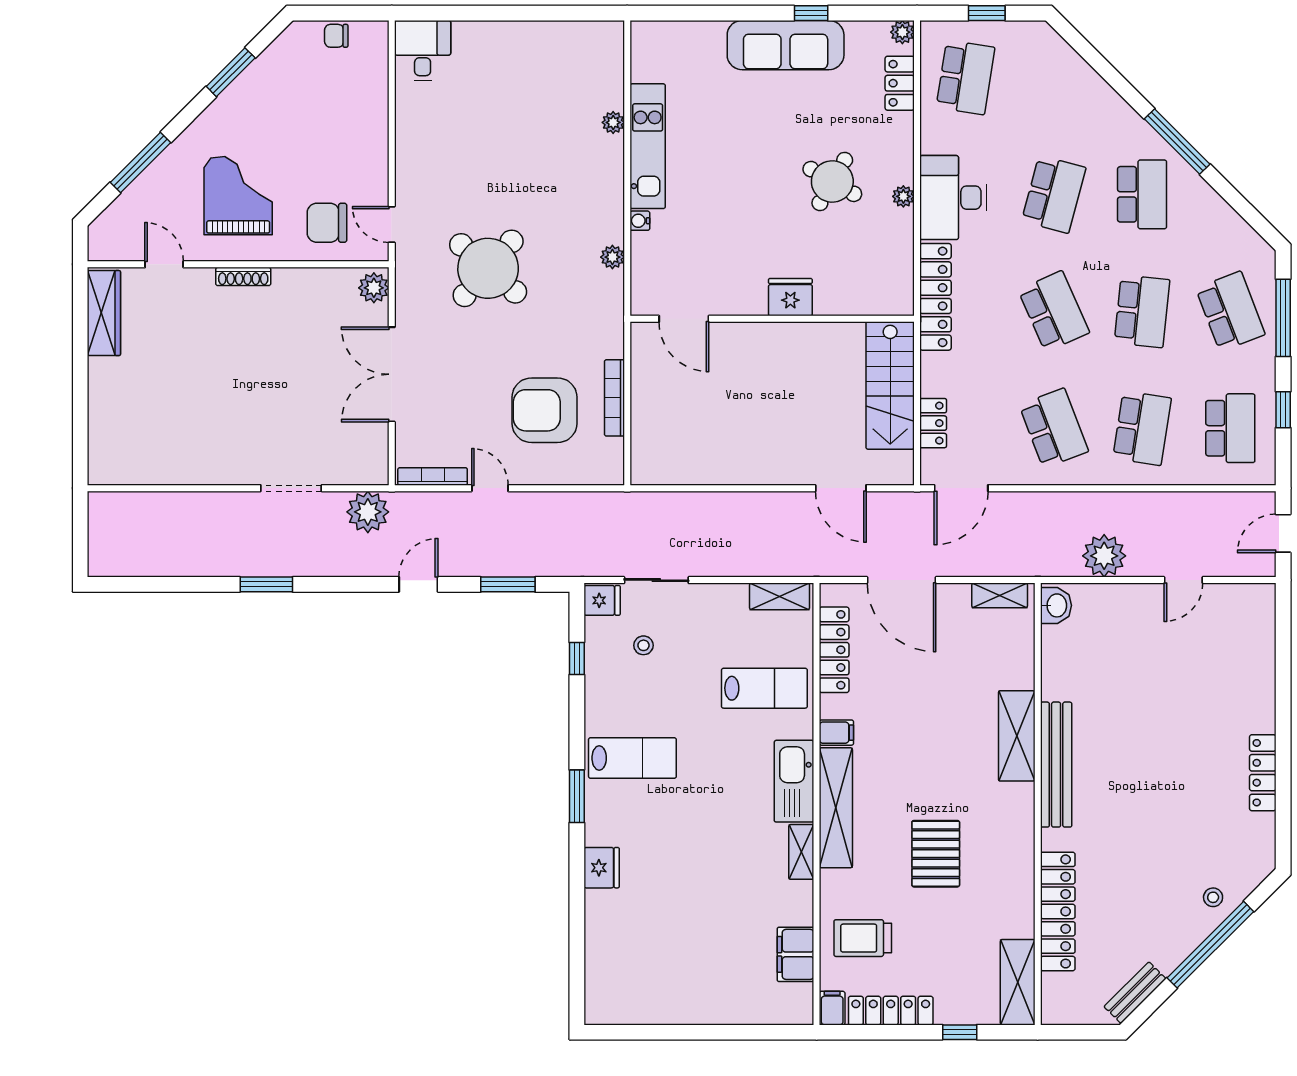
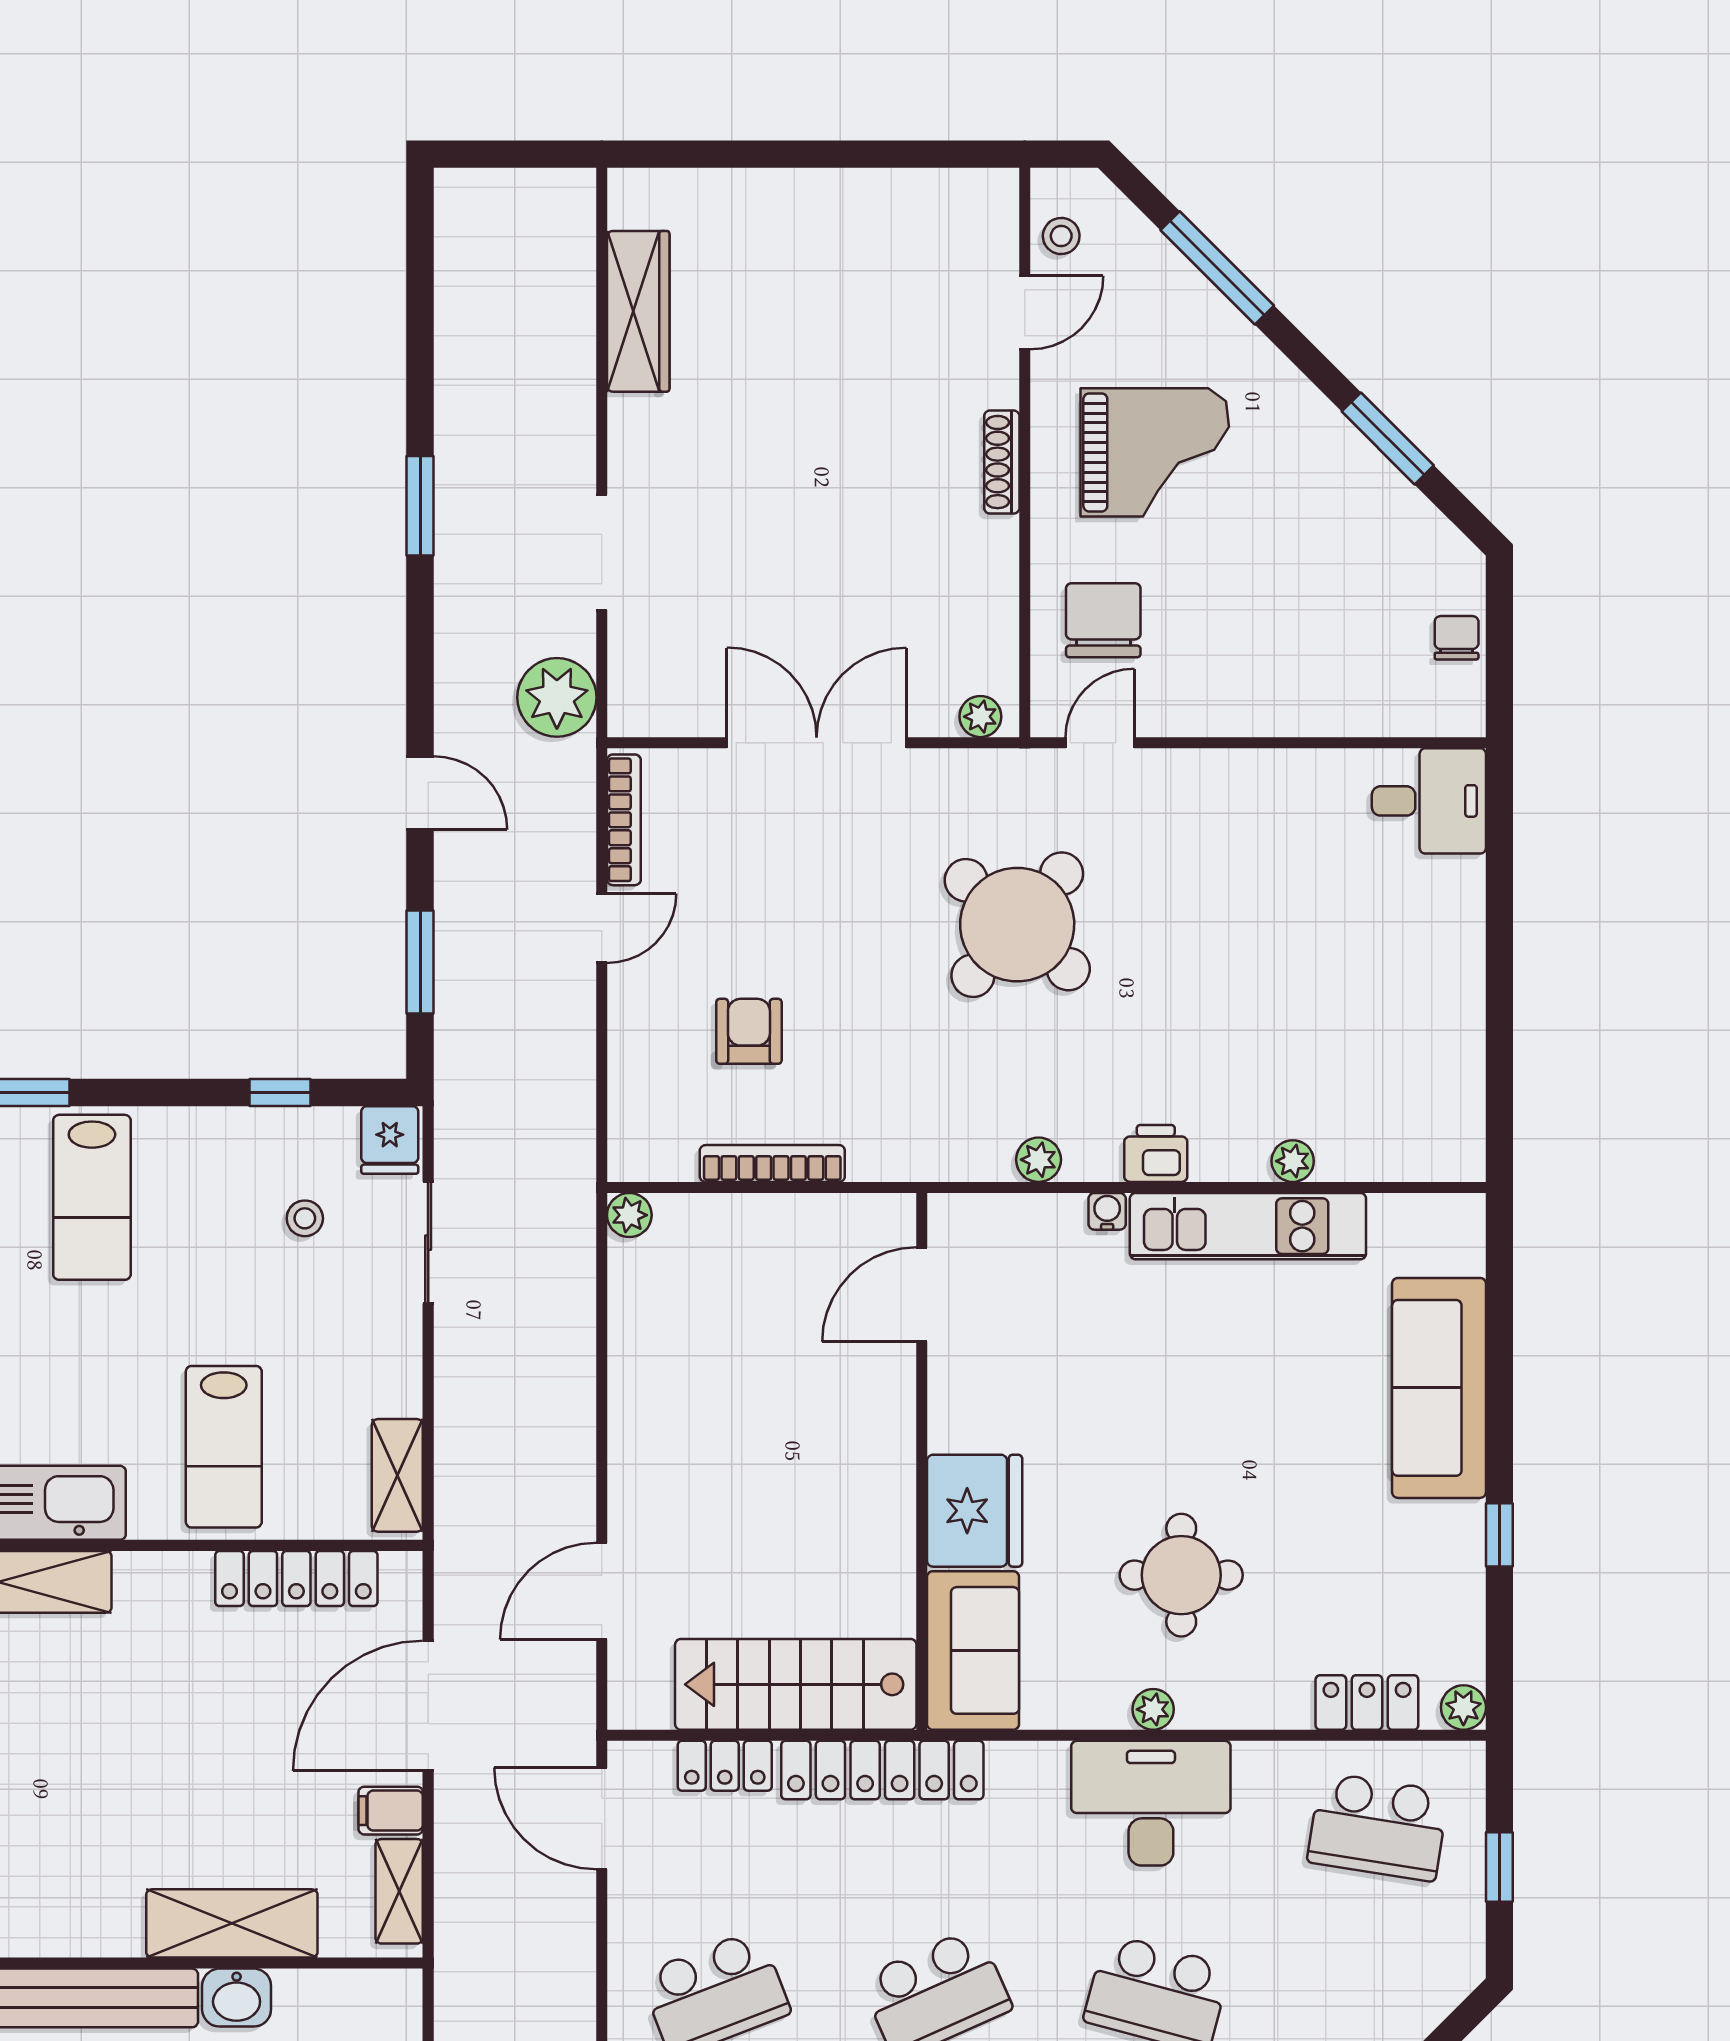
sofa: (786, 45) -> (1439, 1388), moved
round table: (832, 181) -> (1181, 1575), turned -30
printer: (609, 195) -> (1156, 1153), added
stool: (124, 245) -> (1061, 236), added
plant: (374, 288) -> (980, 717), width x0.73, depth x0.73
sofa: (872, 292) -> (973, 1650), added
fridge: (790, 297) -> (975, 1511), width x1.36, depth x1.34
locker: (935, 297) -> (882, 1770), moved
wardrobe: (104, 313) -> (638, 311), moved, turned -90
armchair: (545, 410) -> (749, 1031), width x0.53, depth x0.53
plant: (642, 474) -> (629, 1215), added
washbasin: (1056, 605) -> (237, 1998), moved
filing cabinet: (836, 733) -> (391, 1811), moved, turned 90
shelving: (1017, 736) -> (232, 1923), moved

